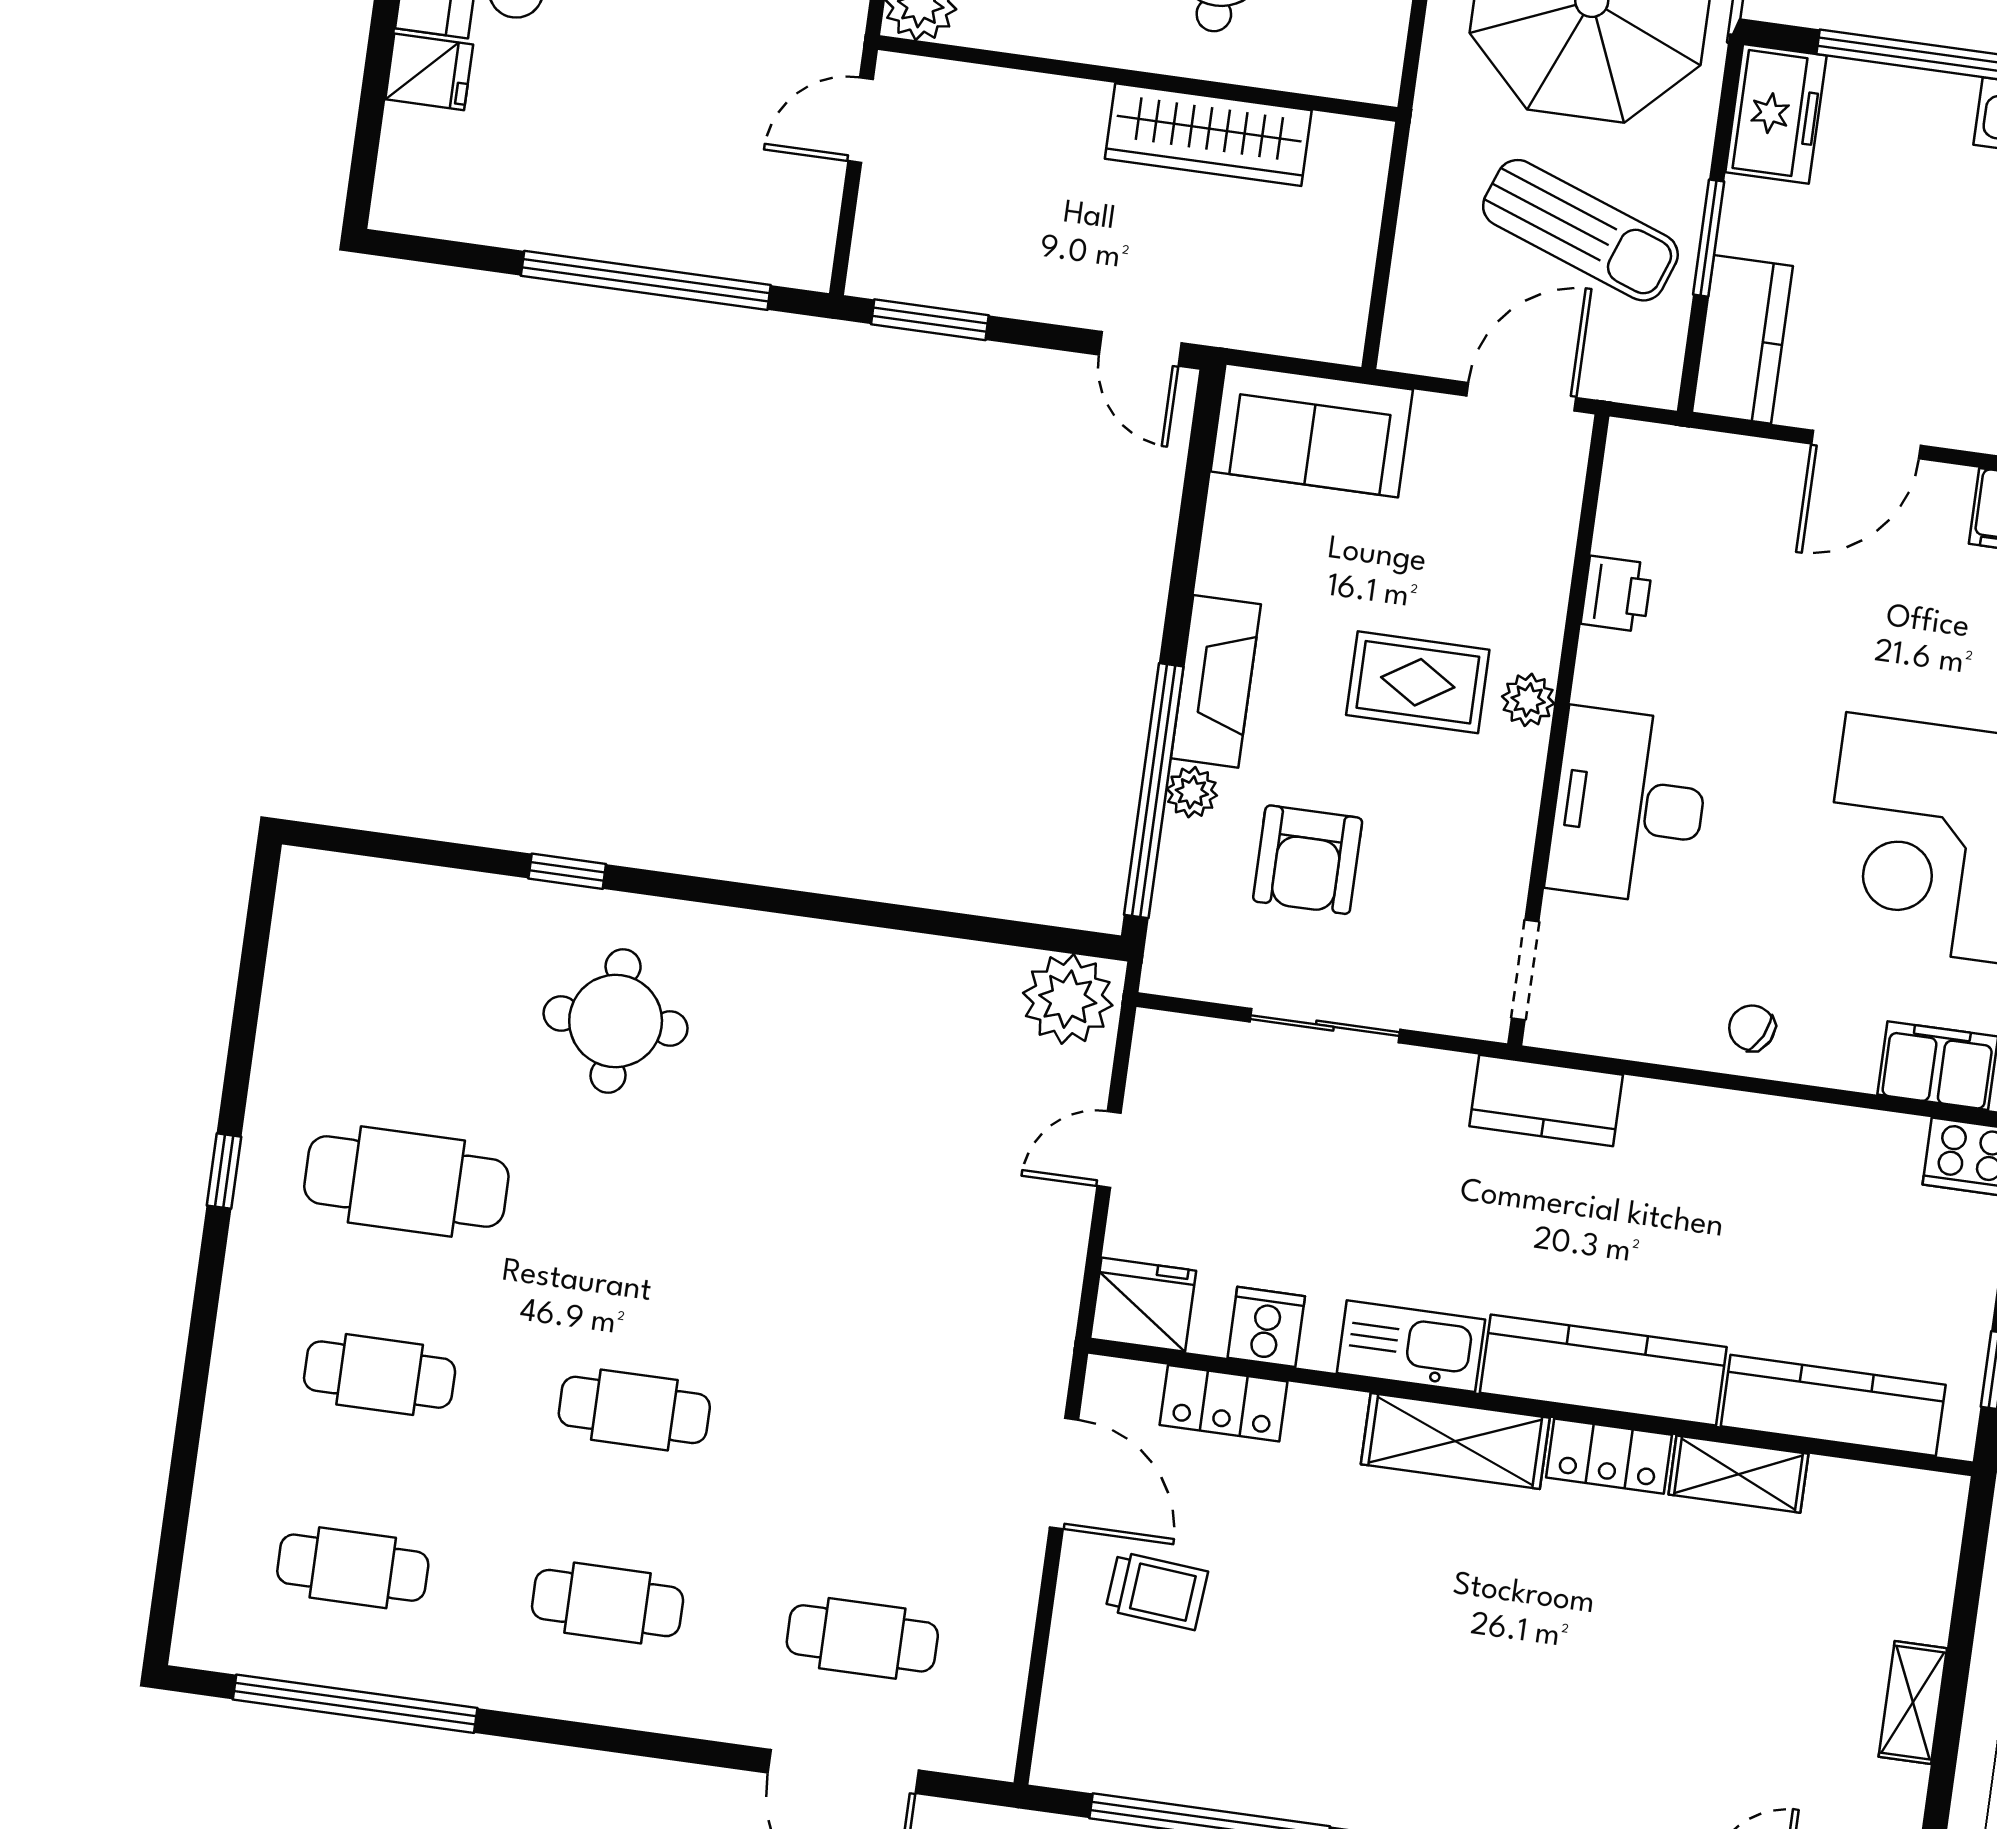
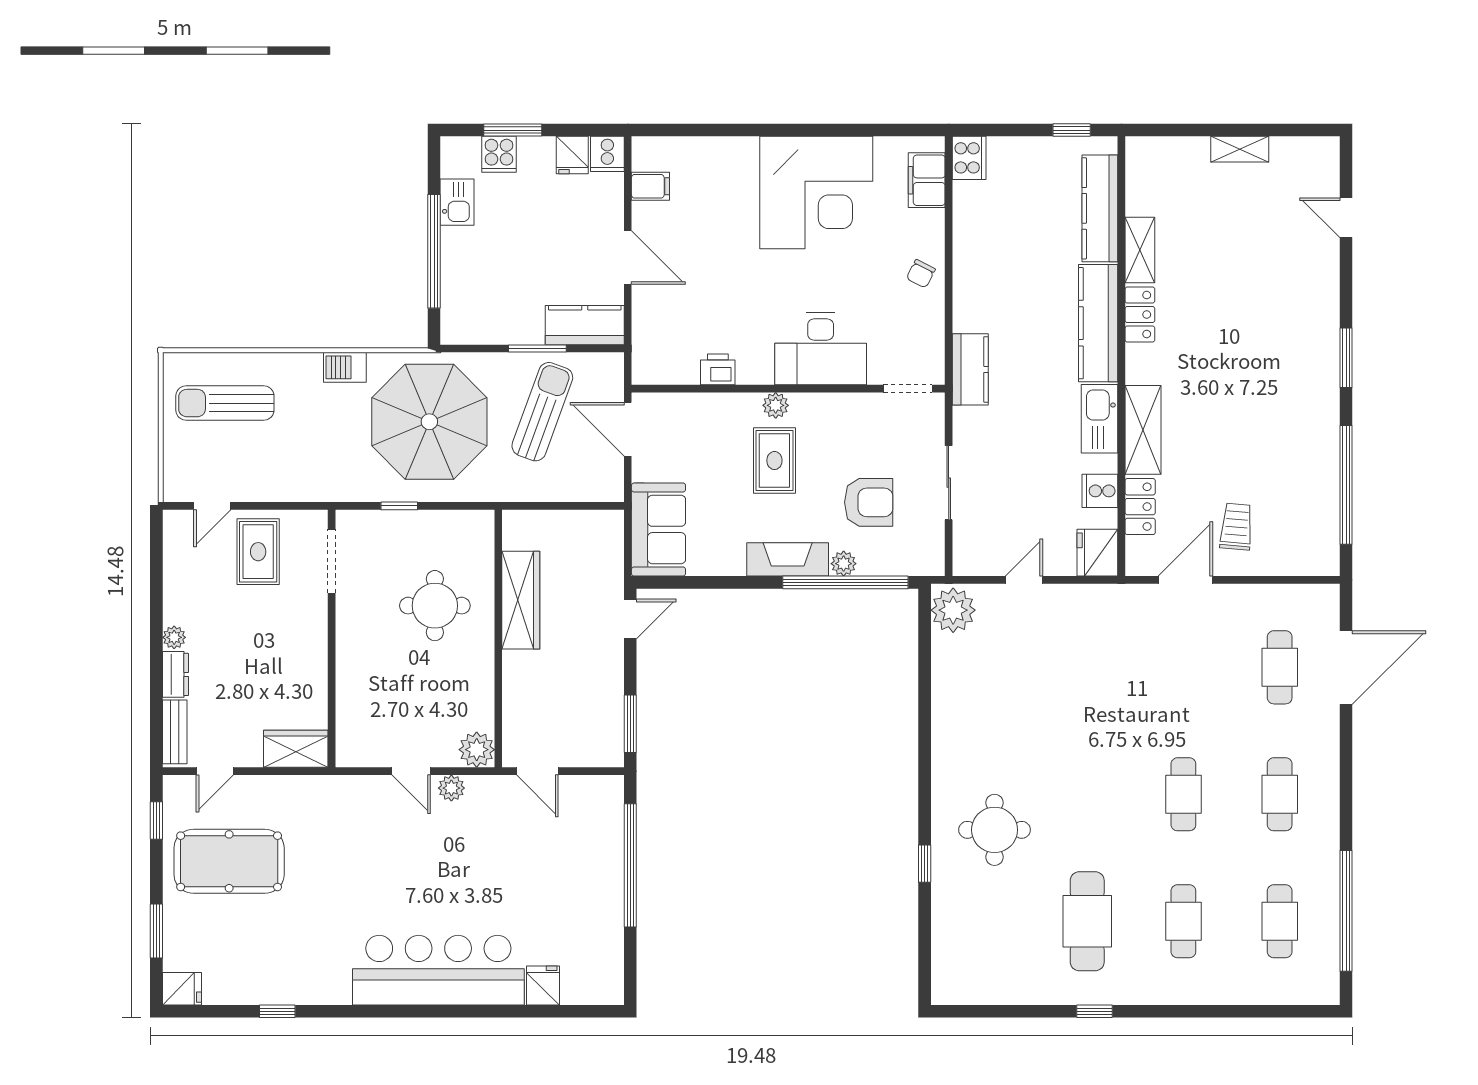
freezer: (1776, 114) -> (472, 324), removed
door: (1109, 1150) -> (1024, 580), swing flipped
shelving: (1455, 1441) -> (1143, 430), moved

